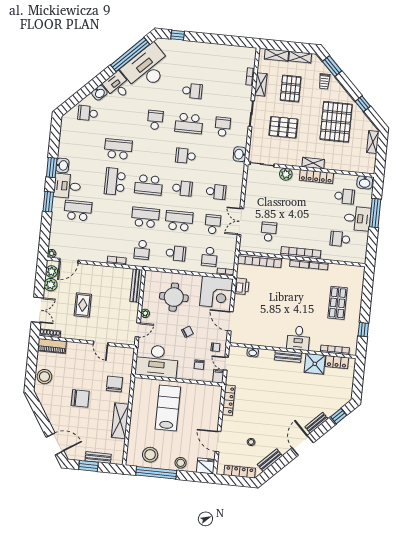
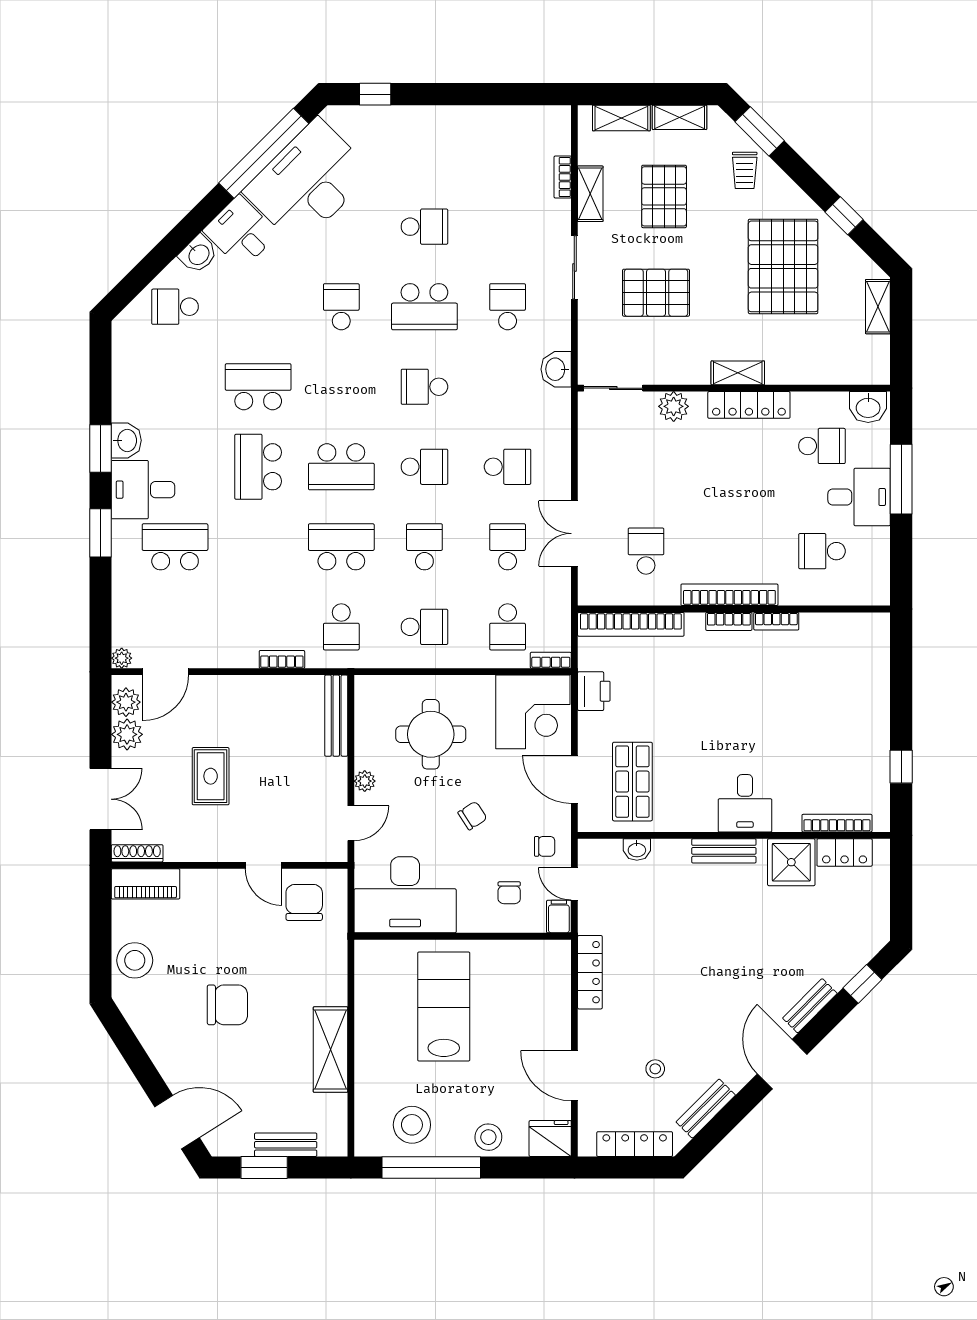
school desk: (179, 221) -> (424, 547), width x0.54
shop shelf: (338, 303) -> (632, 782), moved
chair: (114, 384) -> (304, 902), moved

